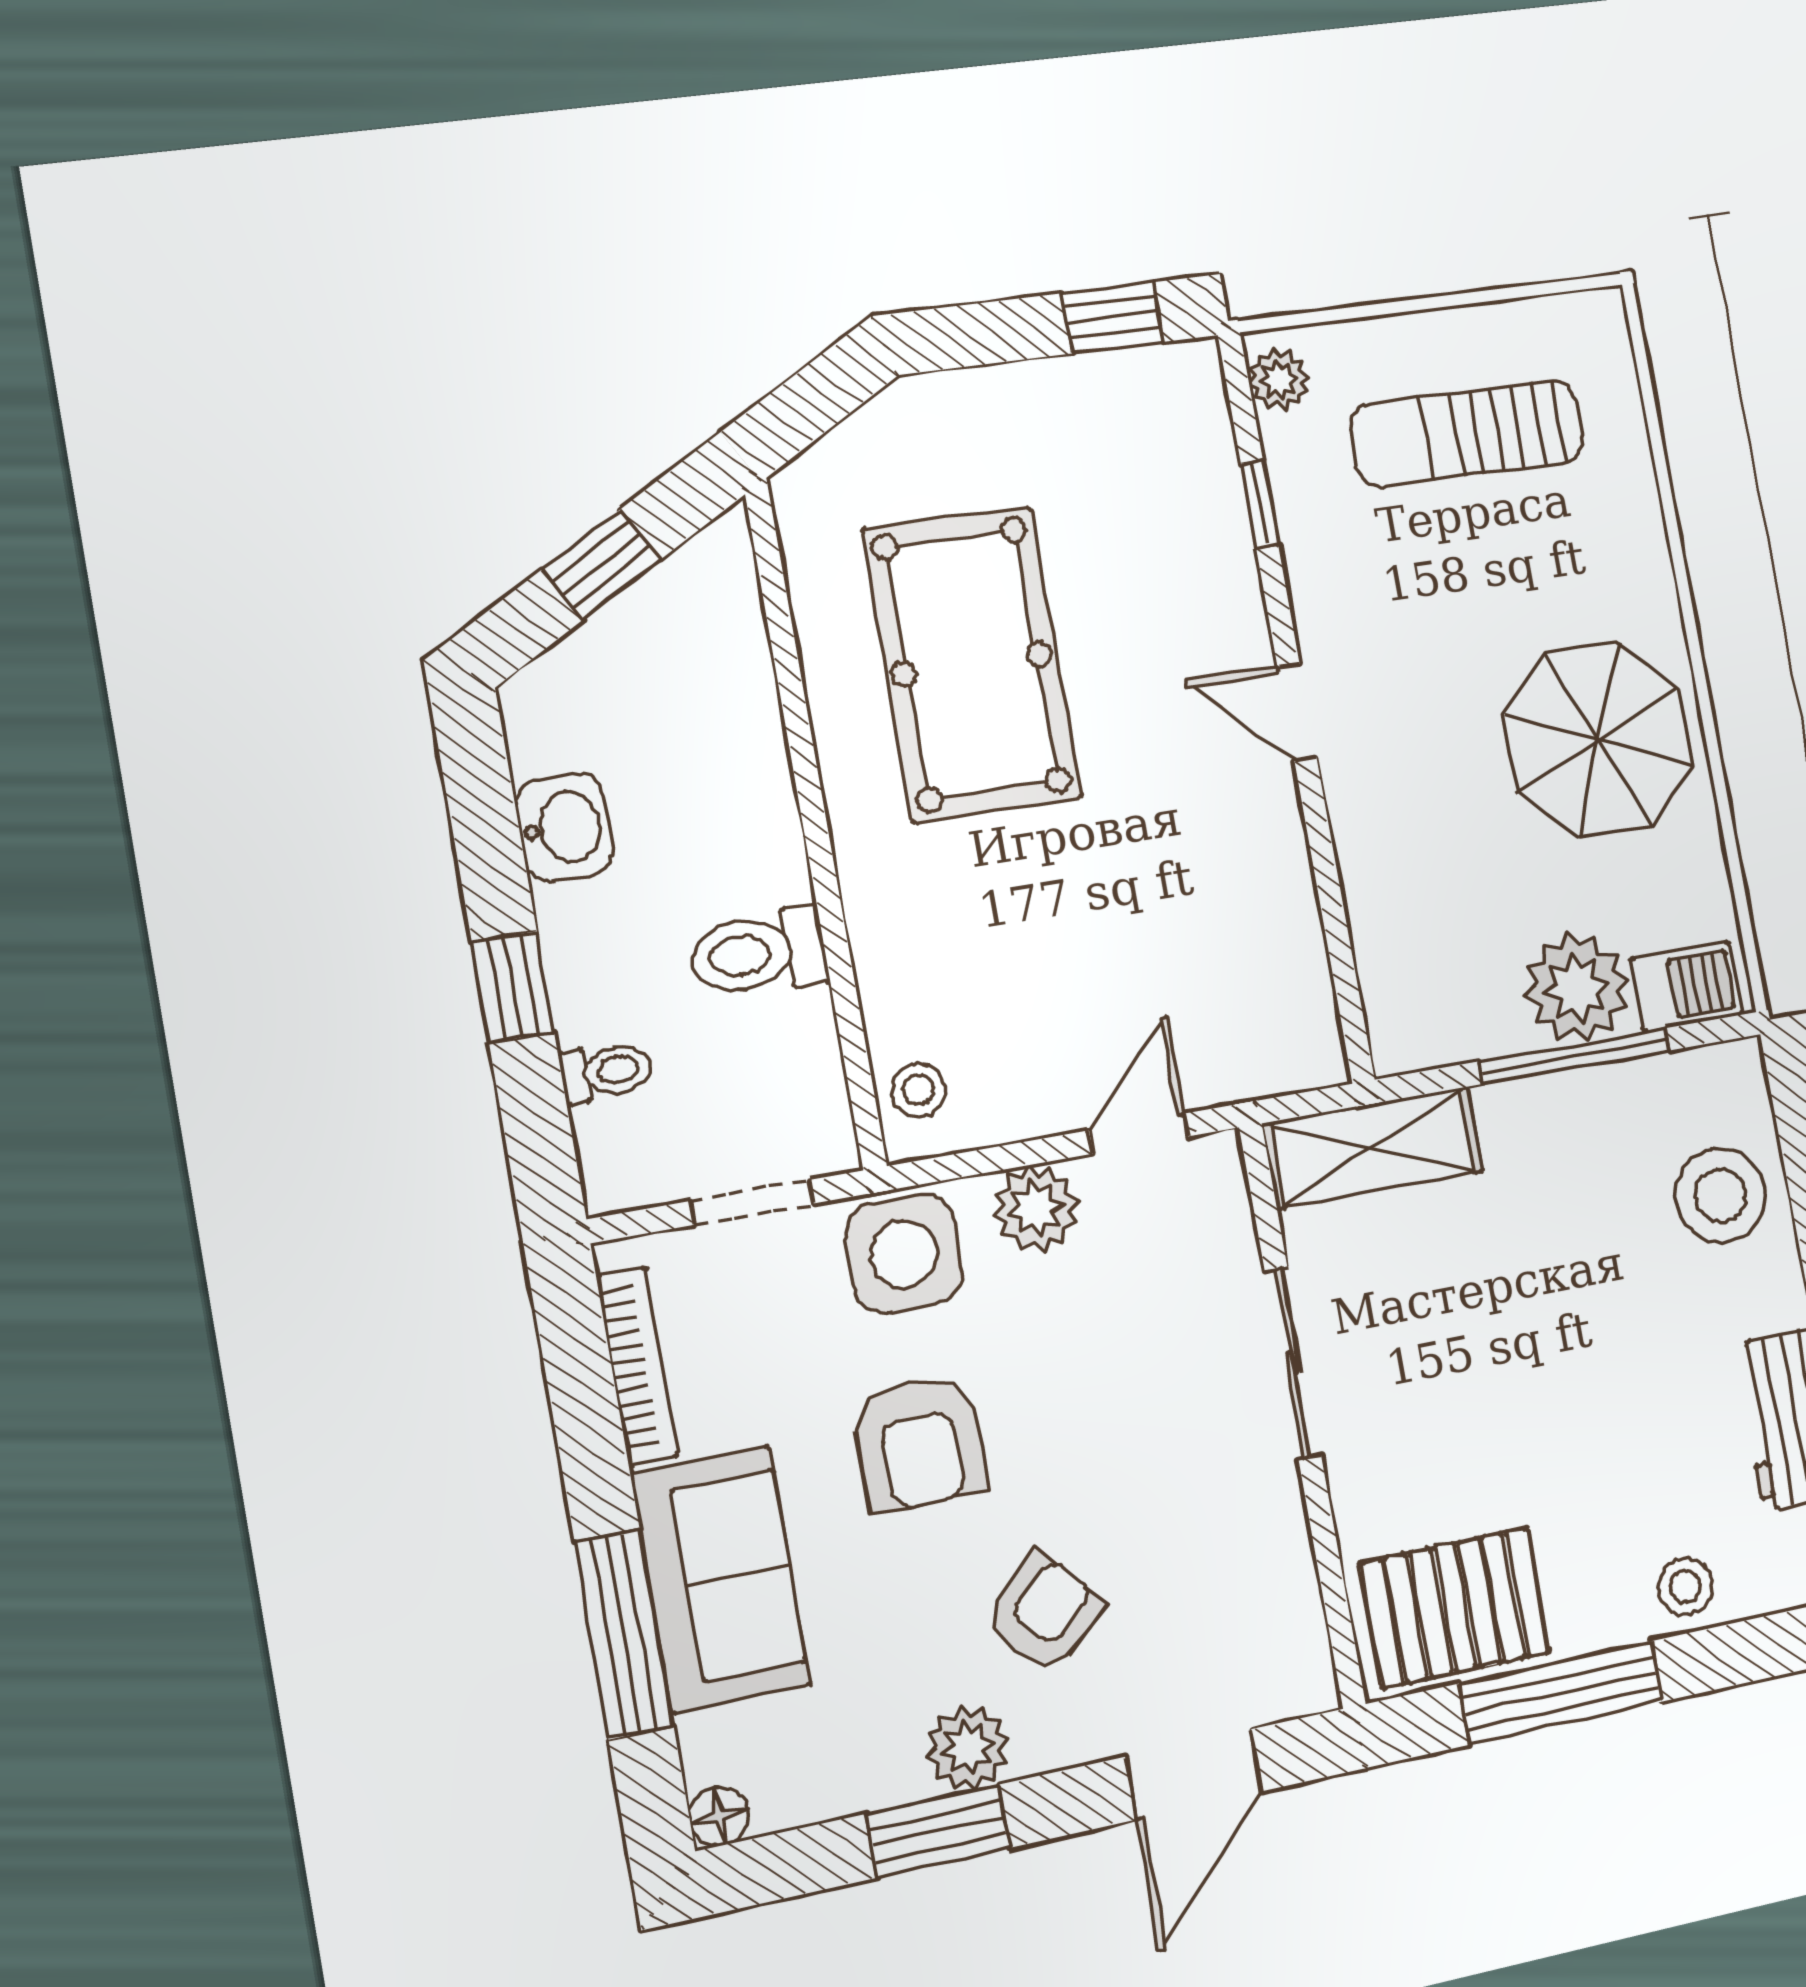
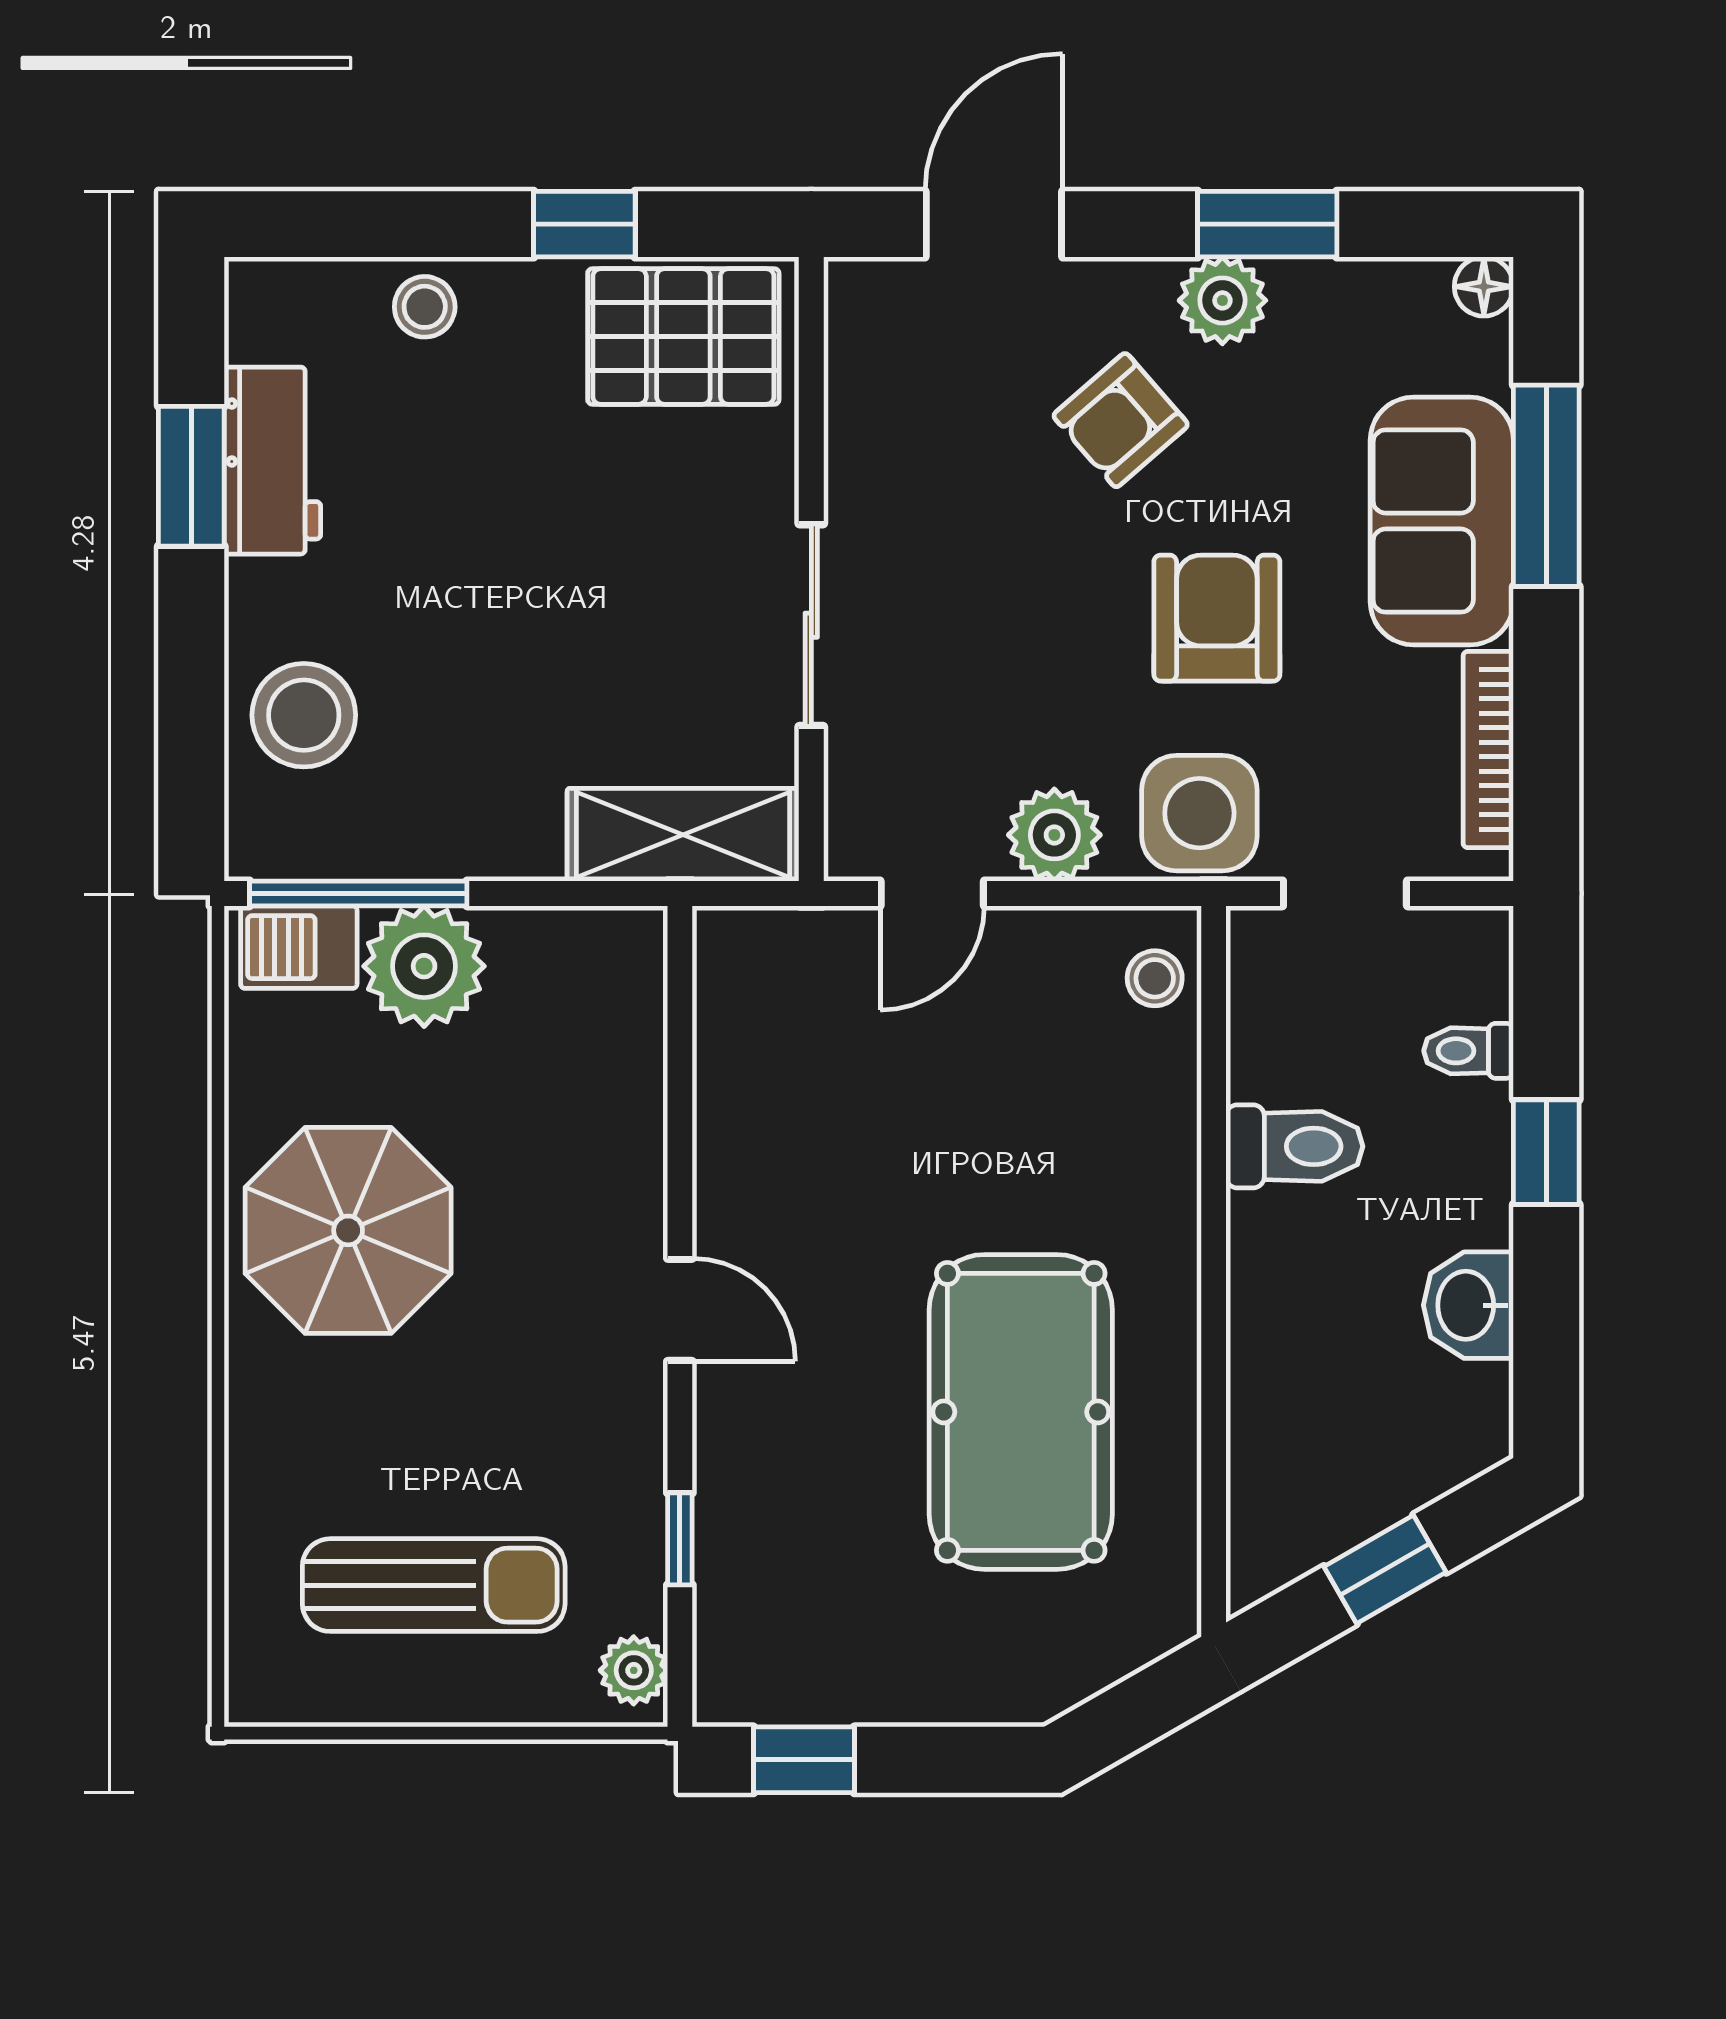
window: (1575, 1056) -> (358, 893), moved
window: (1561, 1693) -> (584, 224), width x0.46

